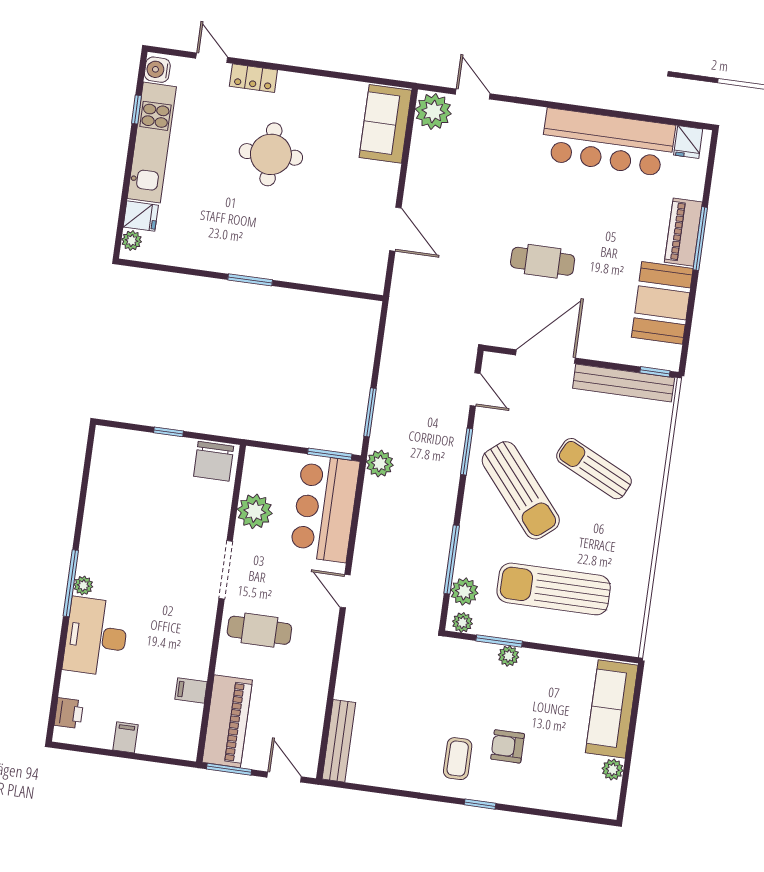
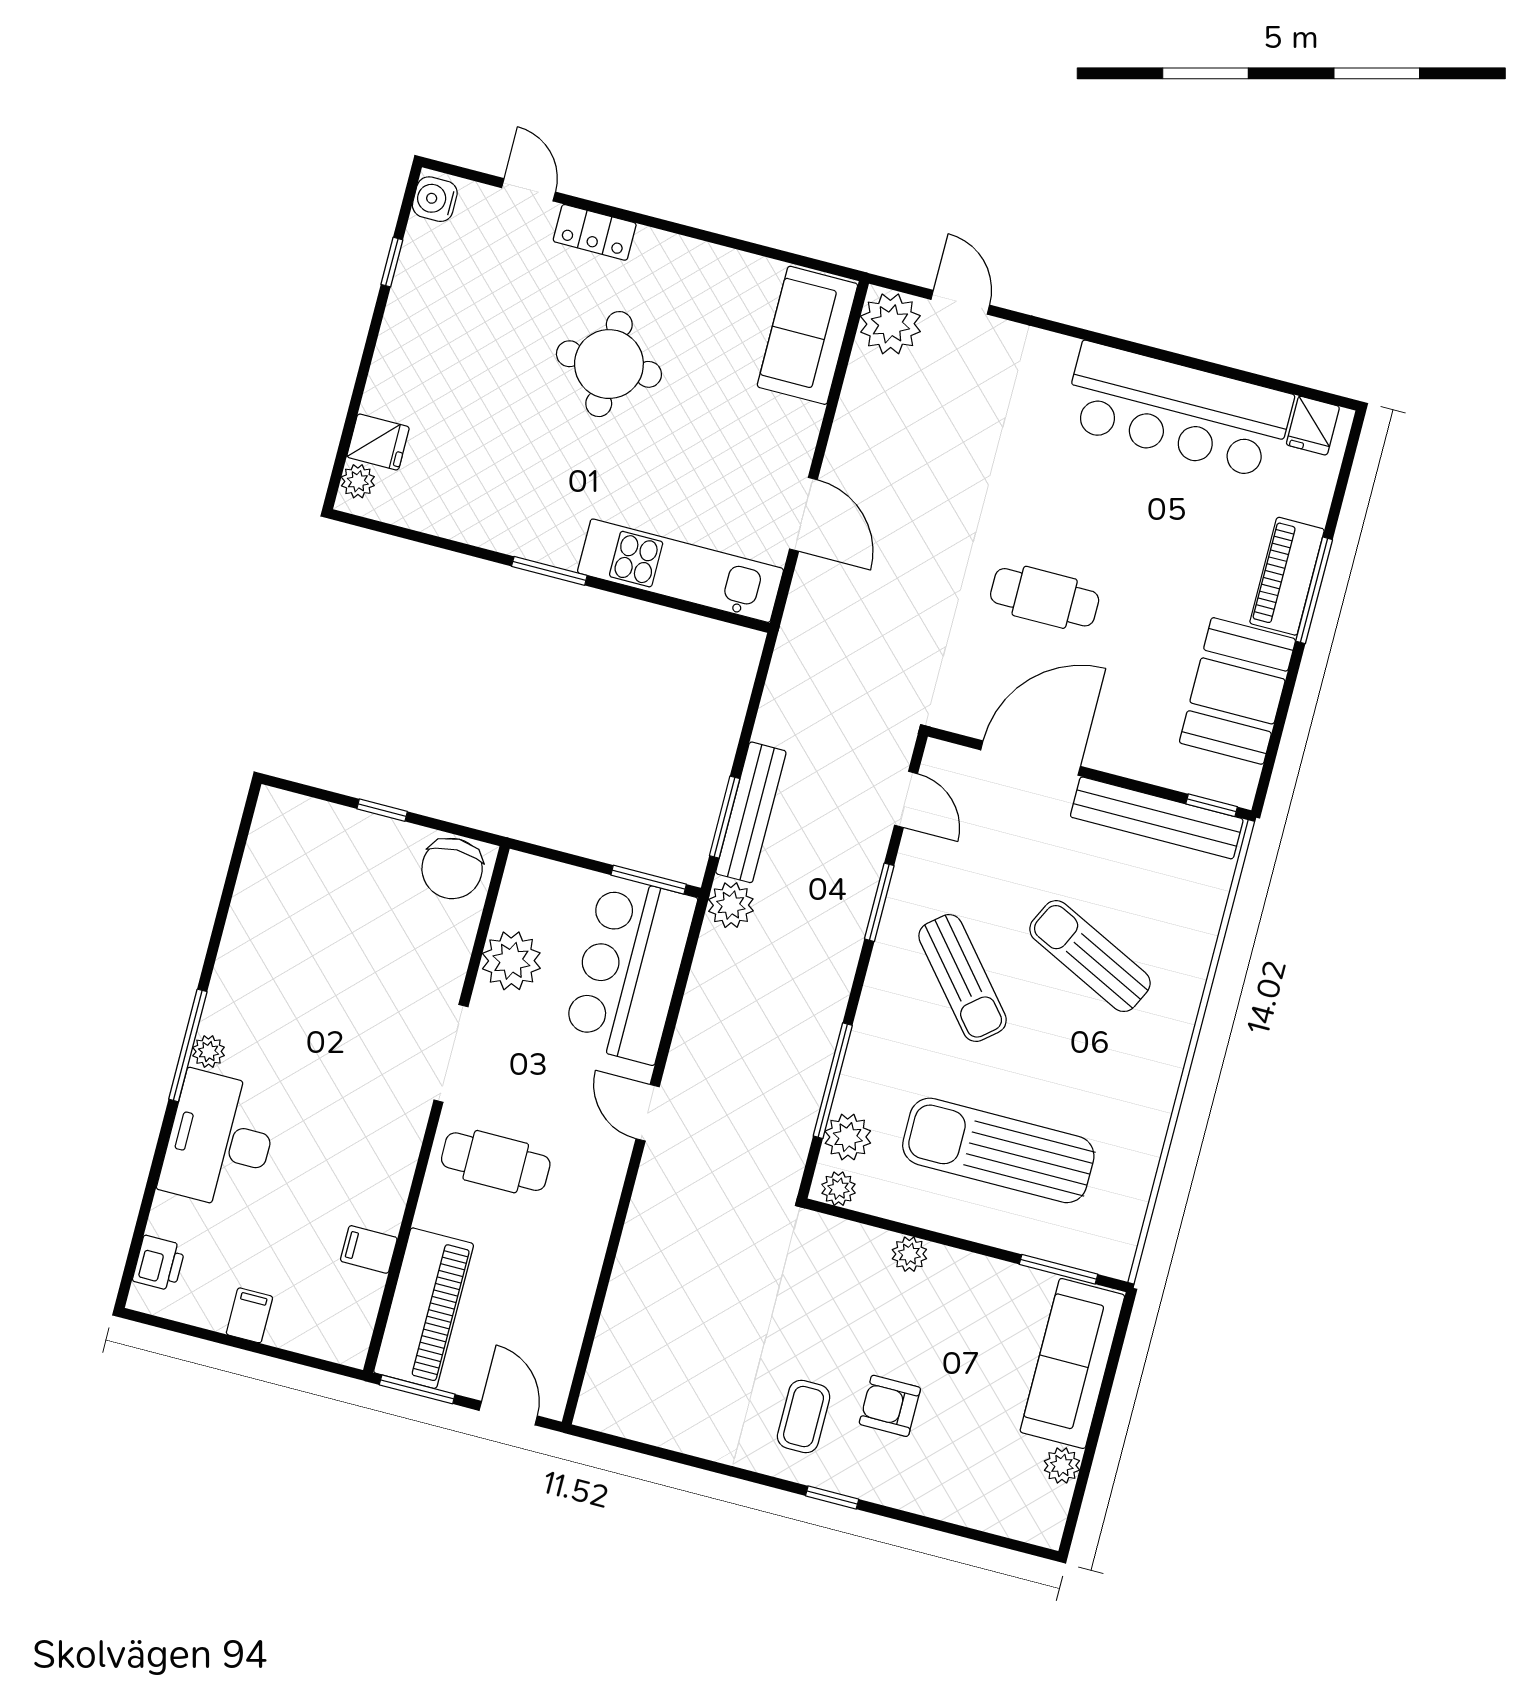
kitchen unit: (152, 143) -> (680, 571), moved, turned -90
sun lounger: (521, 490) -> (963, 978), width x0.73, depth x0.75
window: (499, 641) -> (1058, 1269), moved
bench: (339, 741) -> (751, 812), moved

